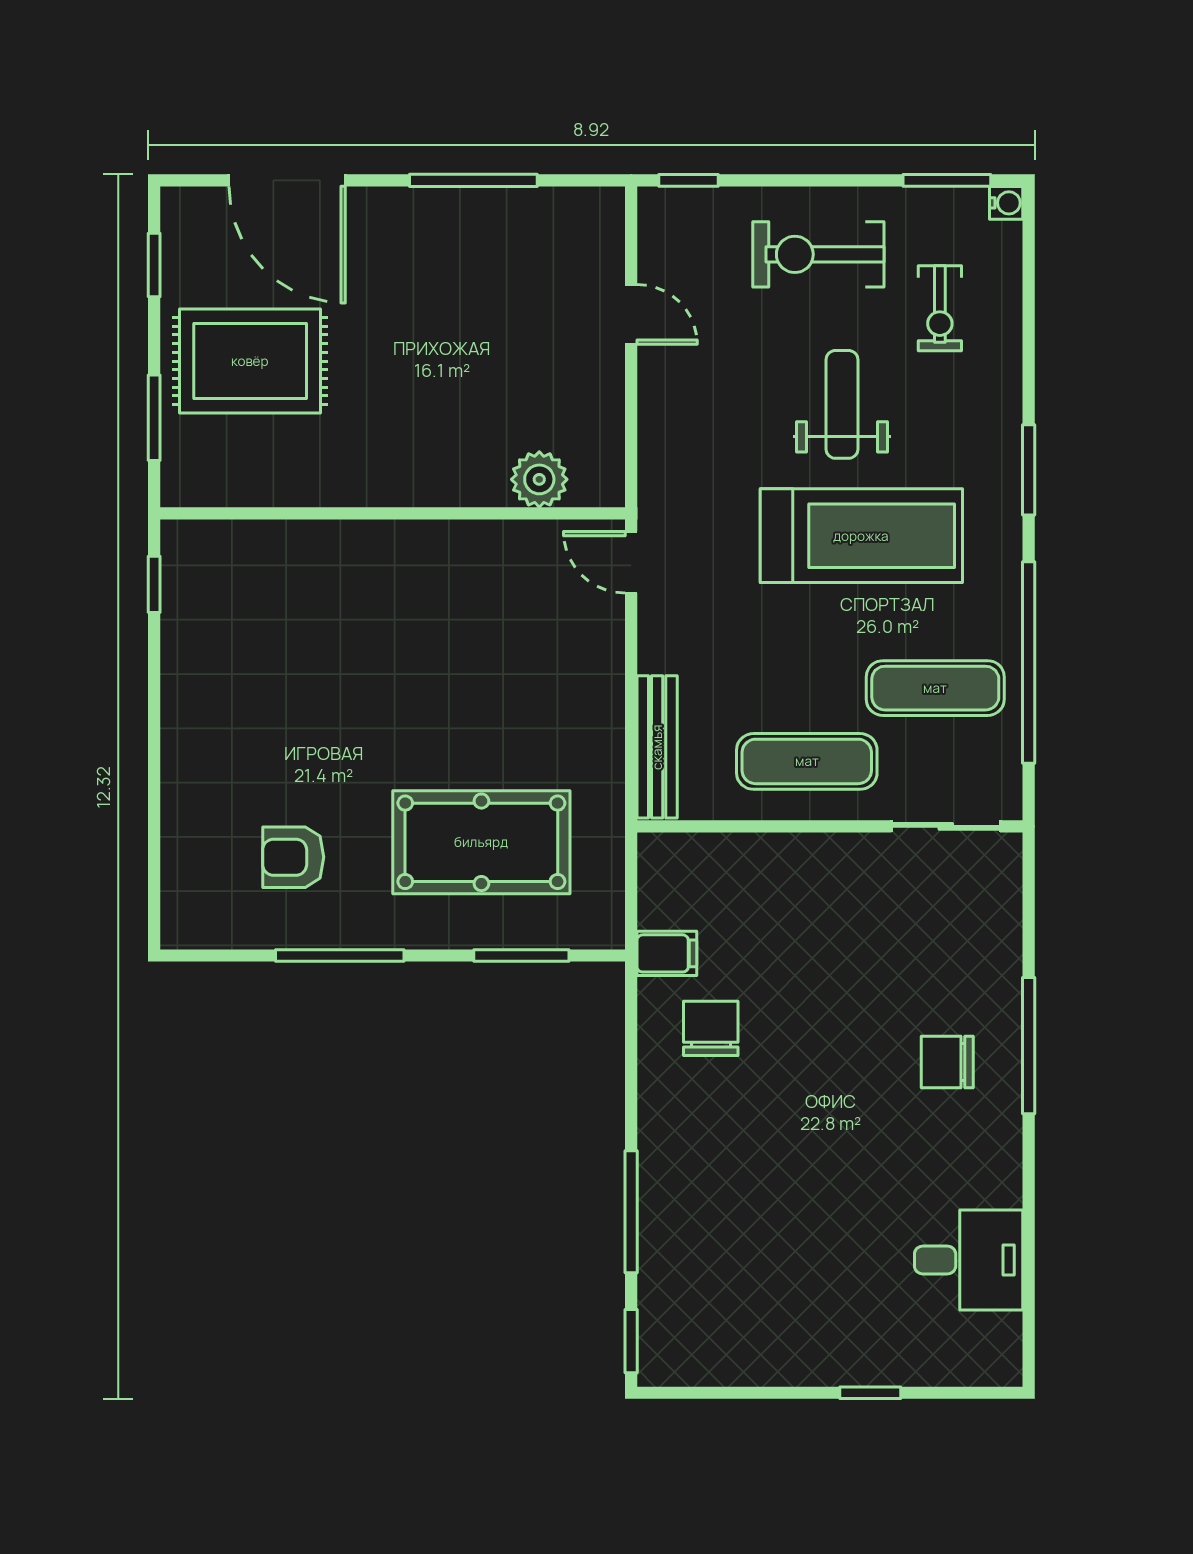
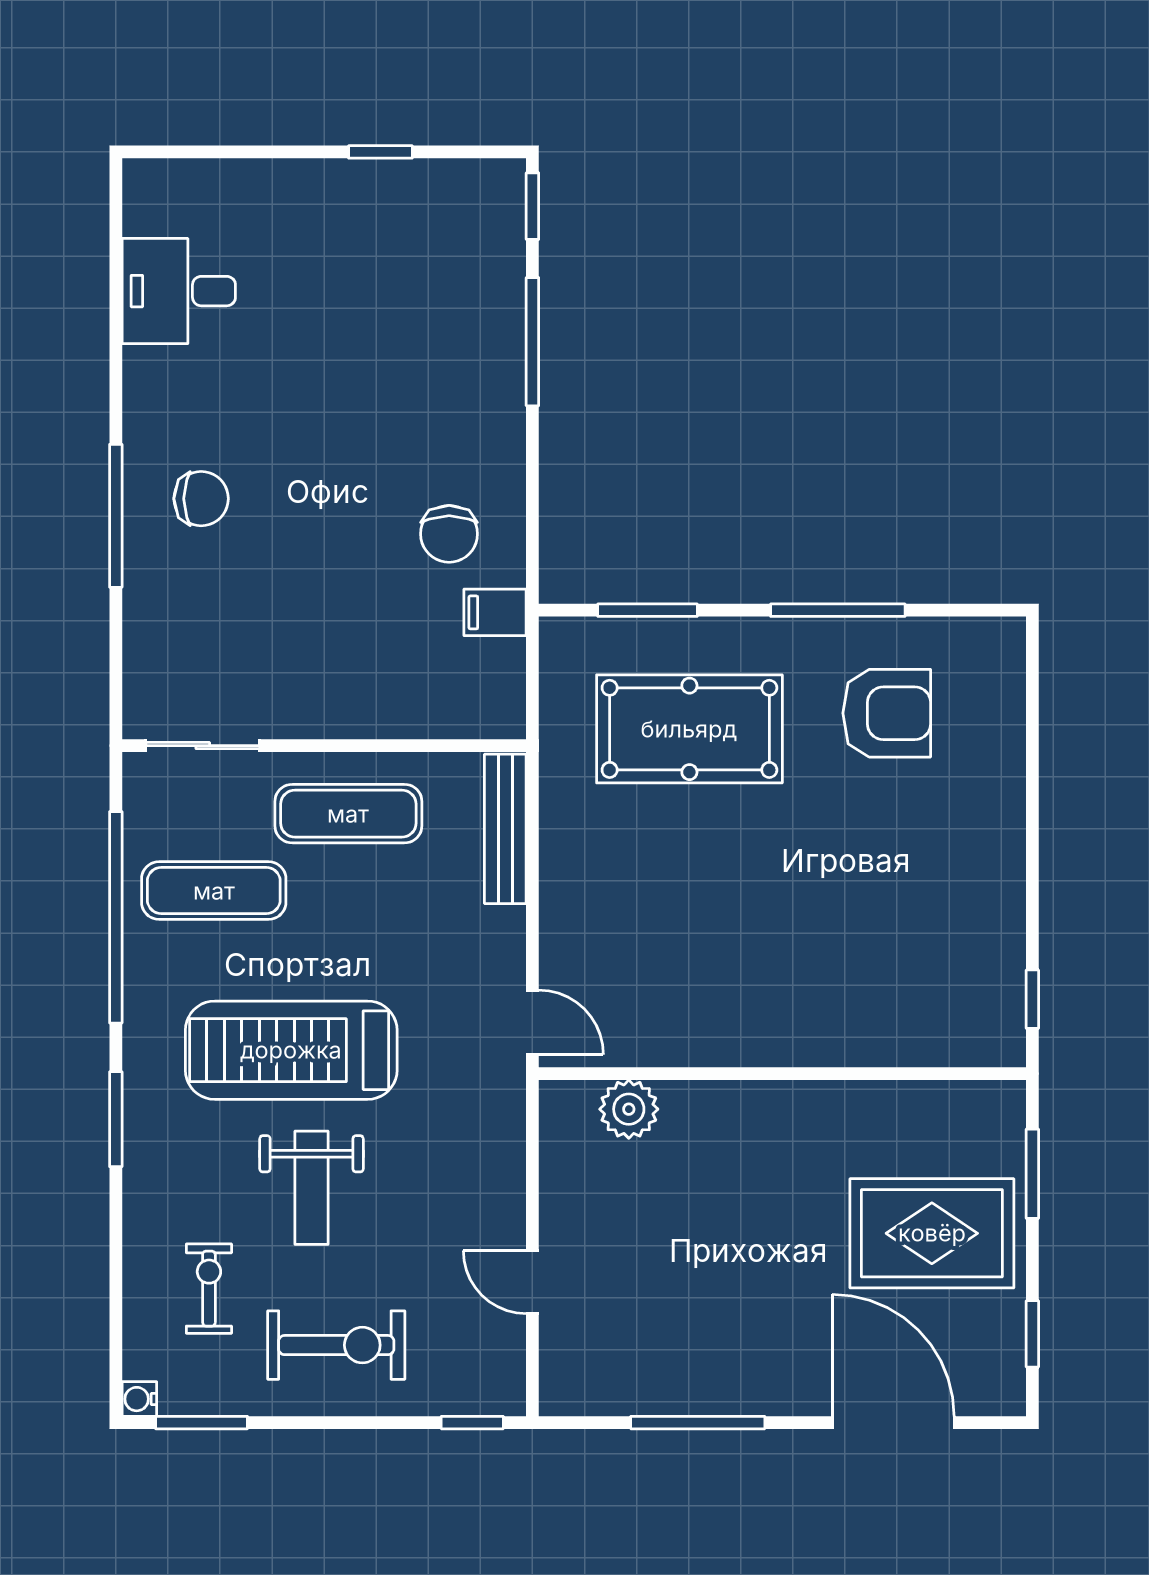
armchair: (293, 857) -> (887, 713), width x1.38, depth x1.38
window: (870, 1393) -> (380, 152), moved

